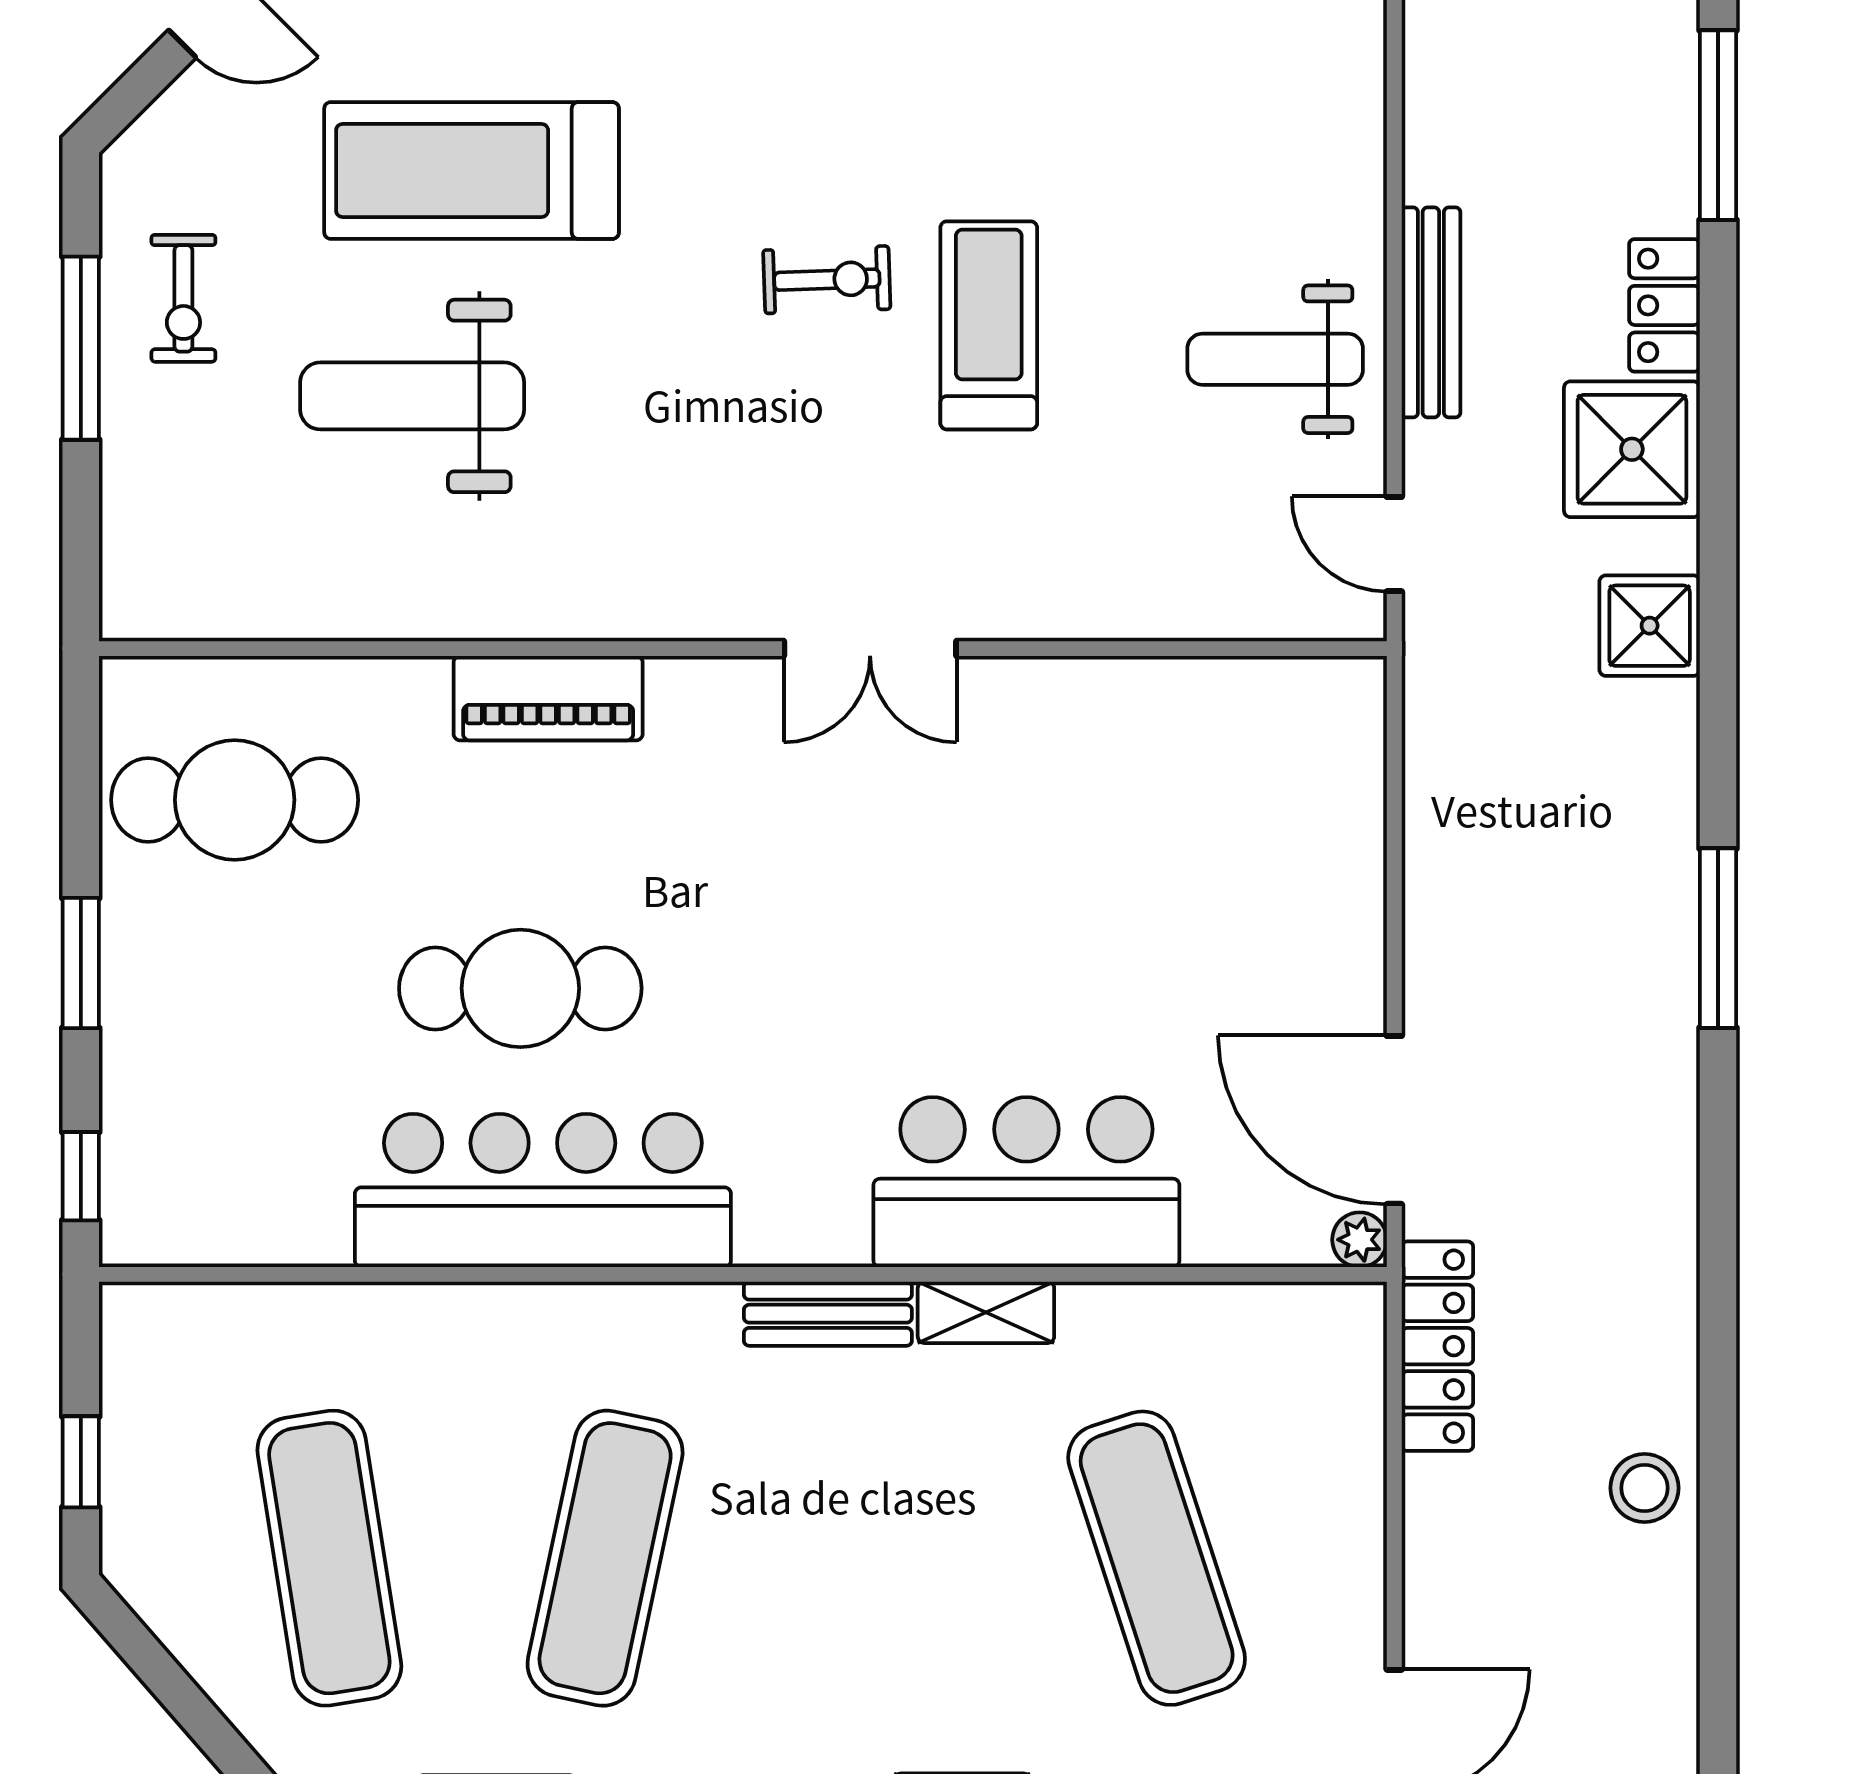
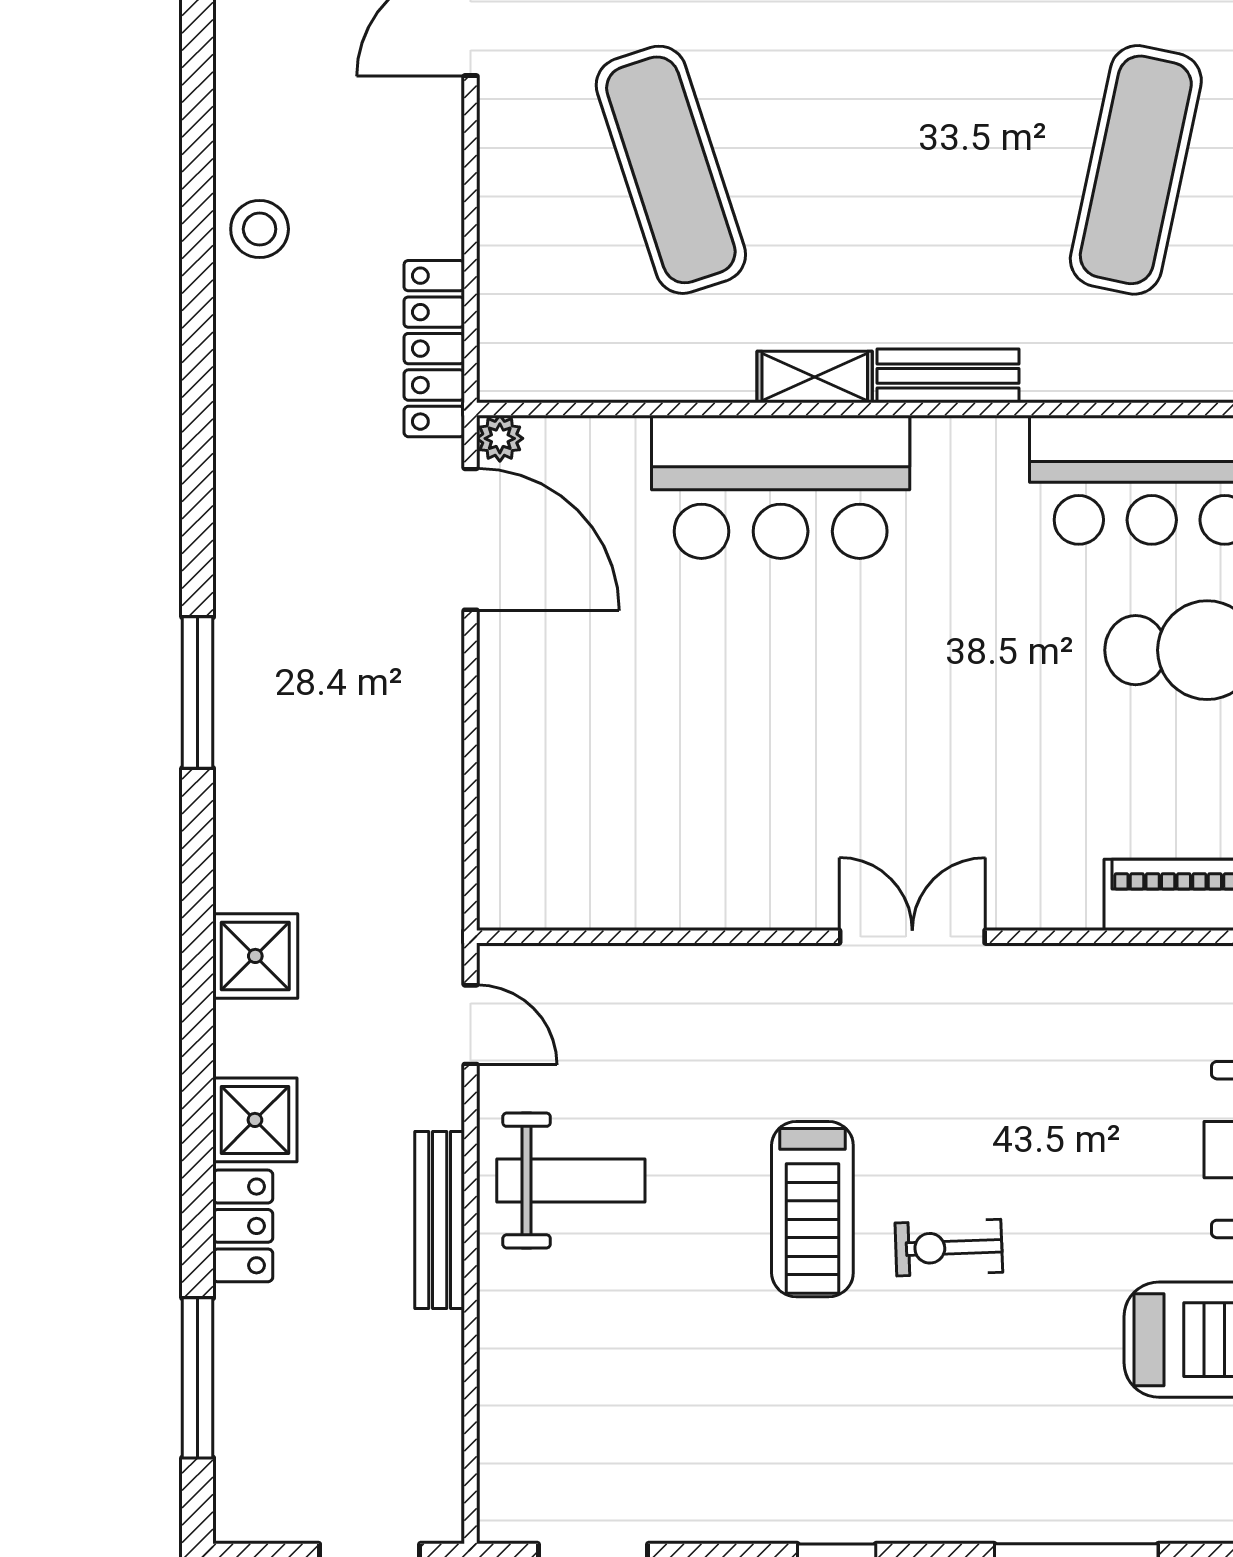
shower: (1632, 449) -> (255, 1120), width x0.73, depth x0.73

